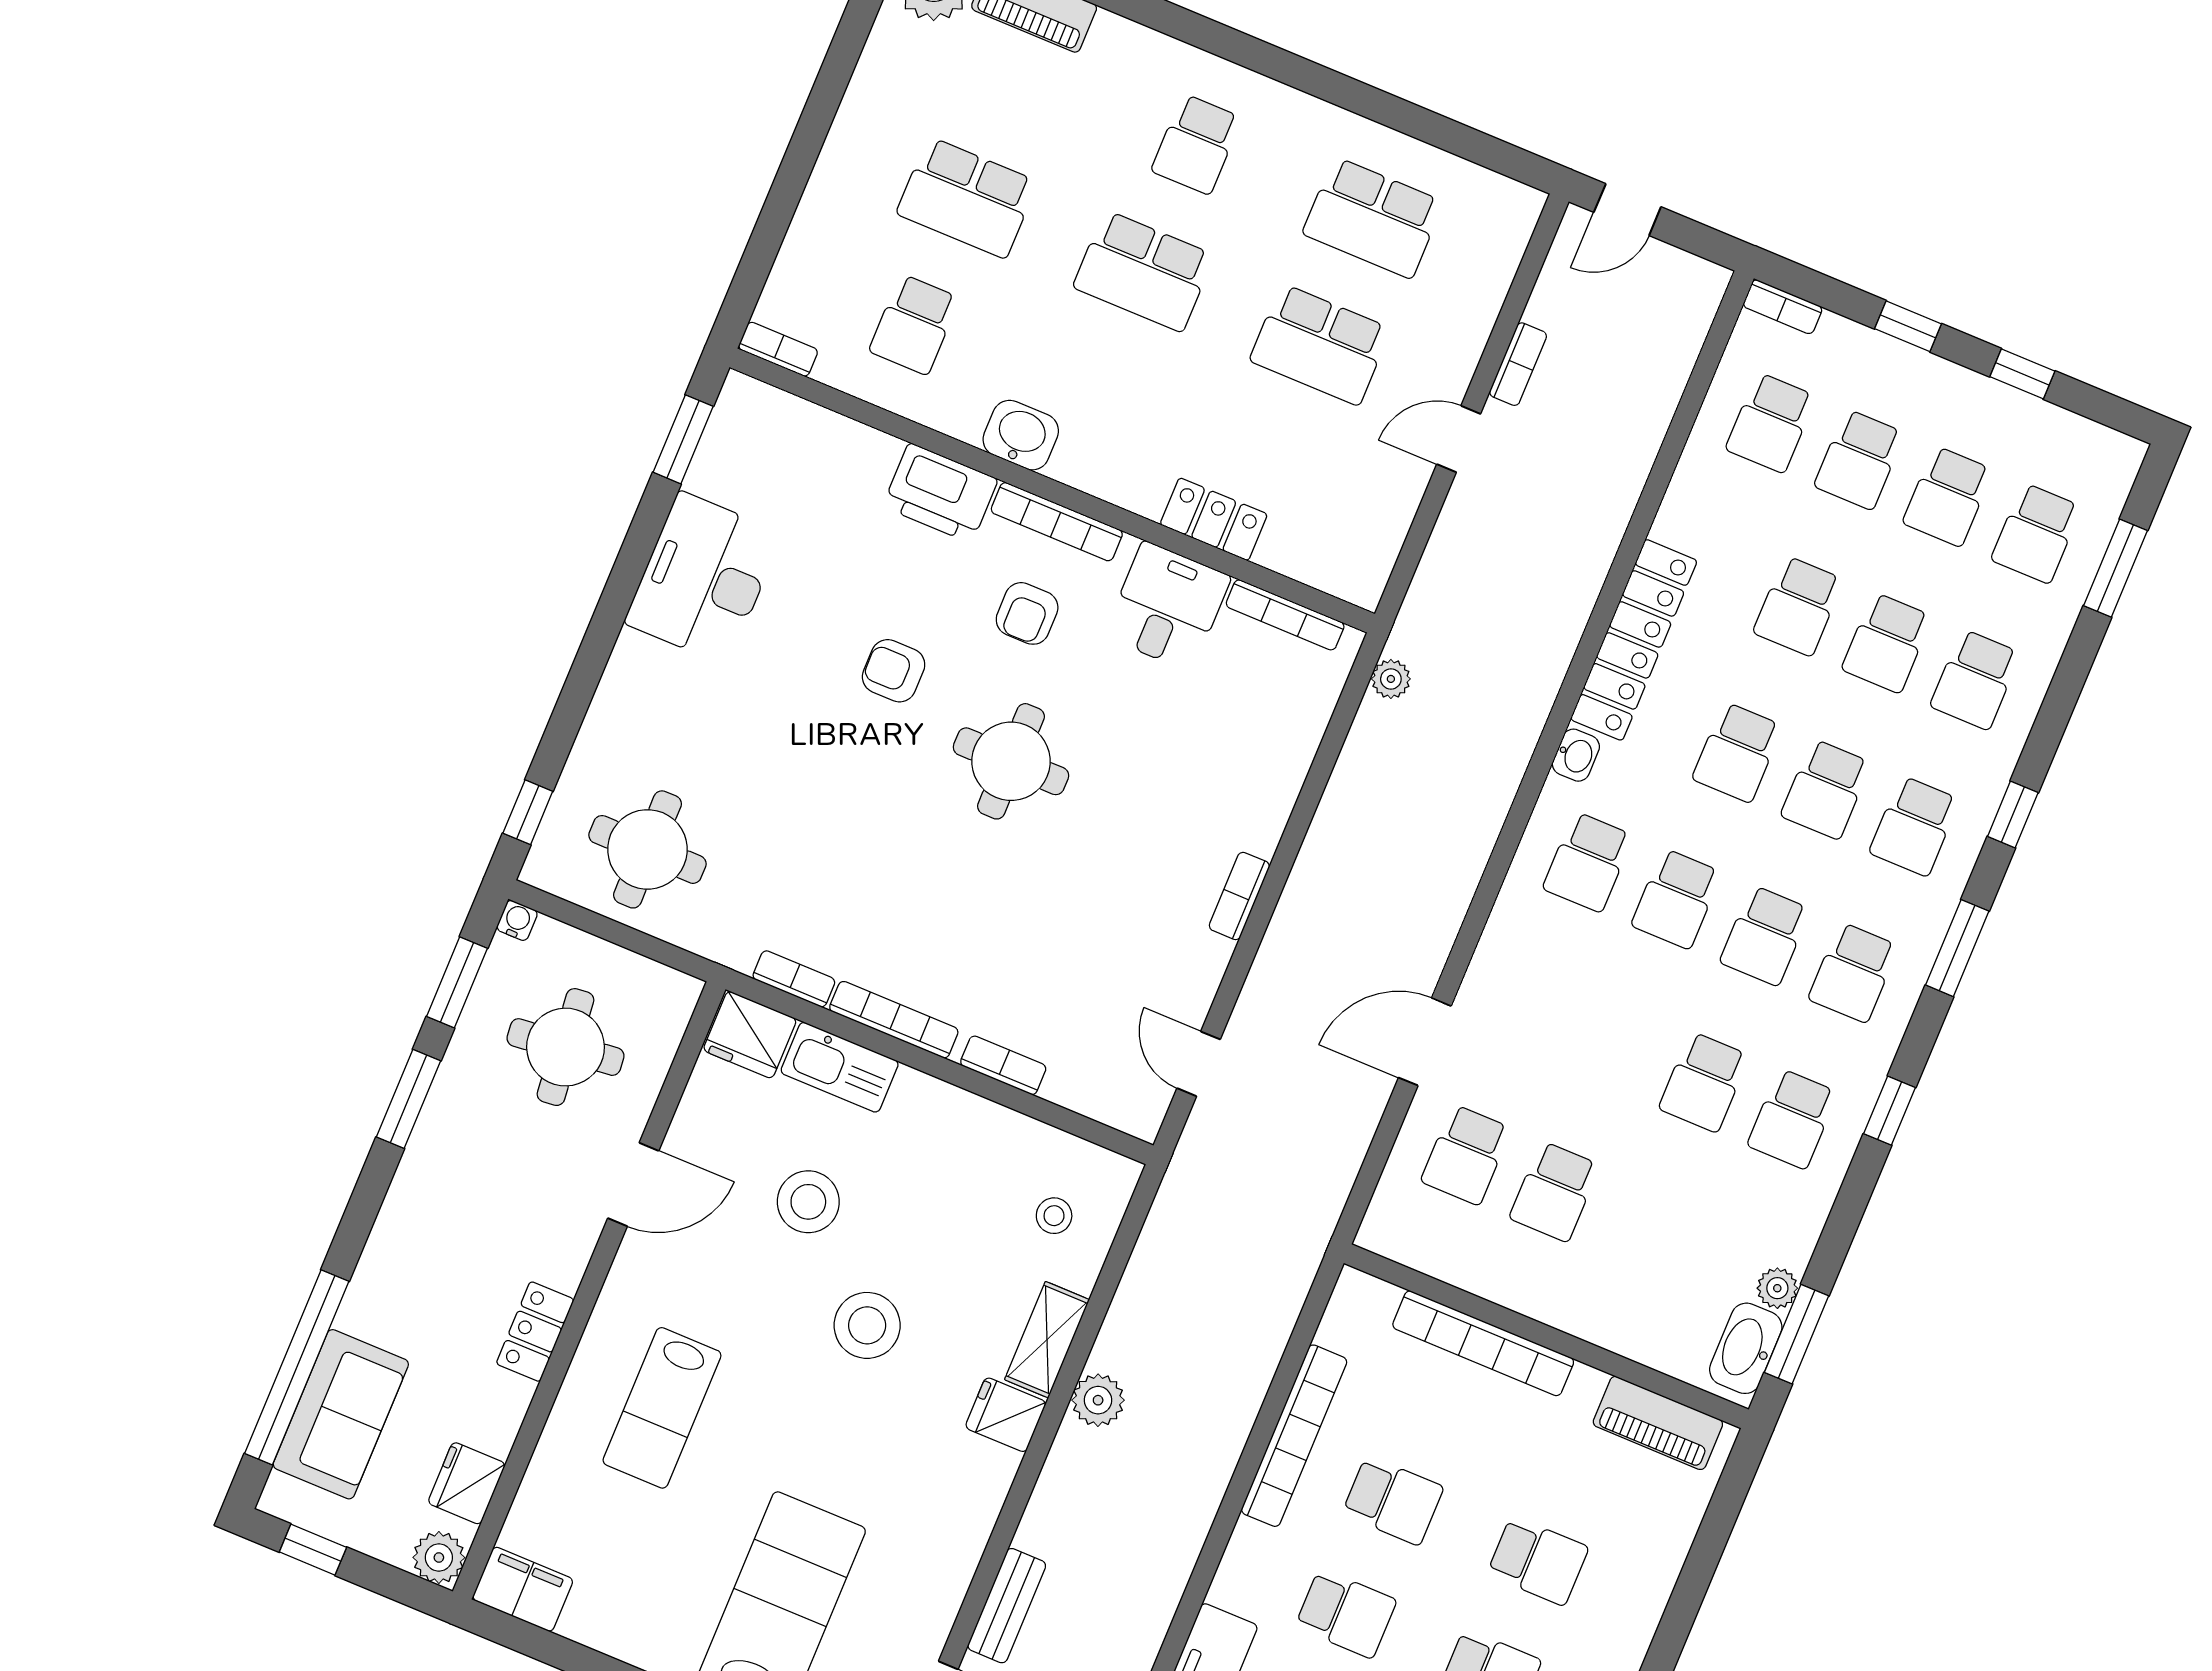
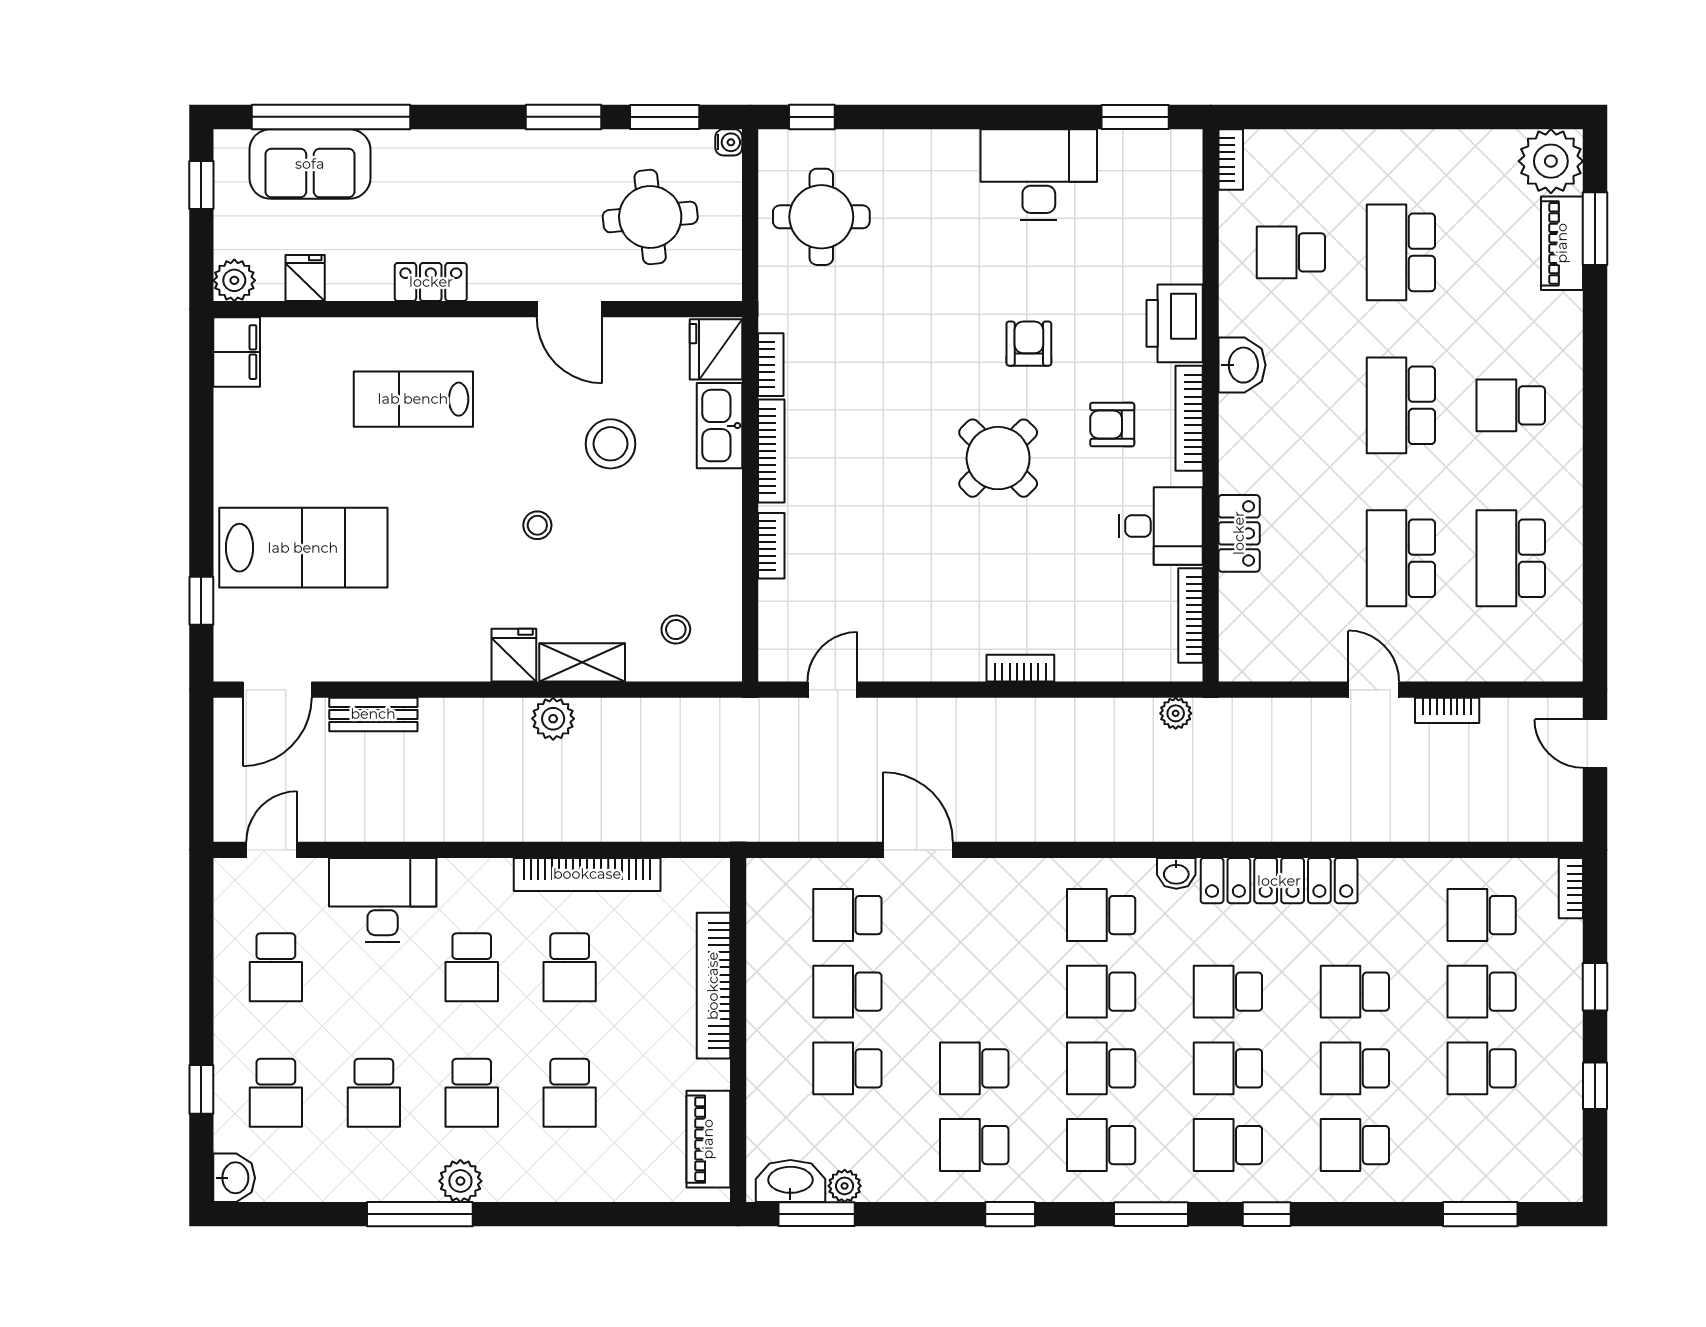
school desk: (2036, 533) -> (847, 1068), moved
round table: (1011, 761) -> (998, 458), turned 45
bookcase: (1239, 896) -> (1020, 668), moved
stool: (867, 1325) -> (537, 525), width x0.53, depth x0.53
fridge: (467, 1483) -> (305, 278), width x0.72

